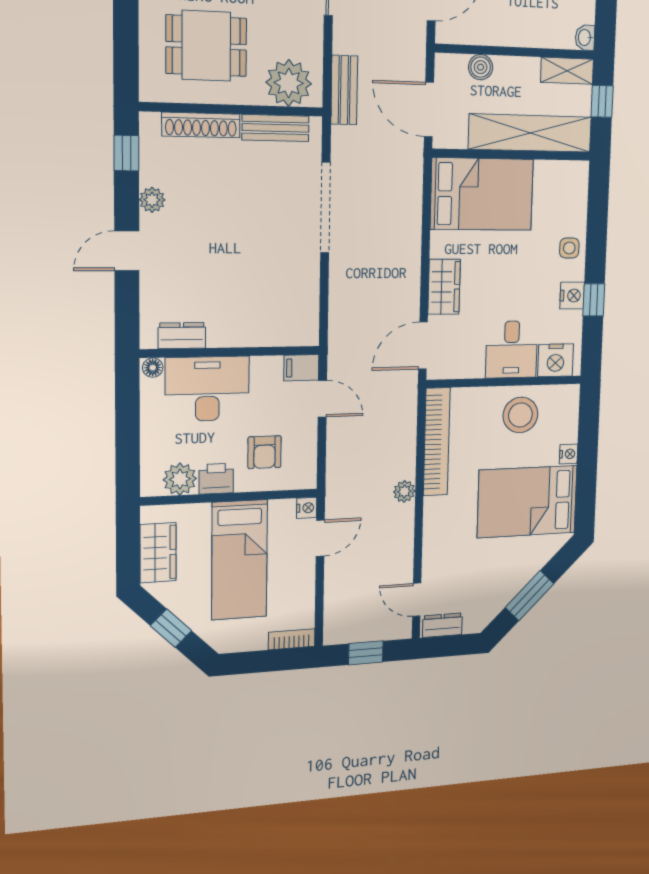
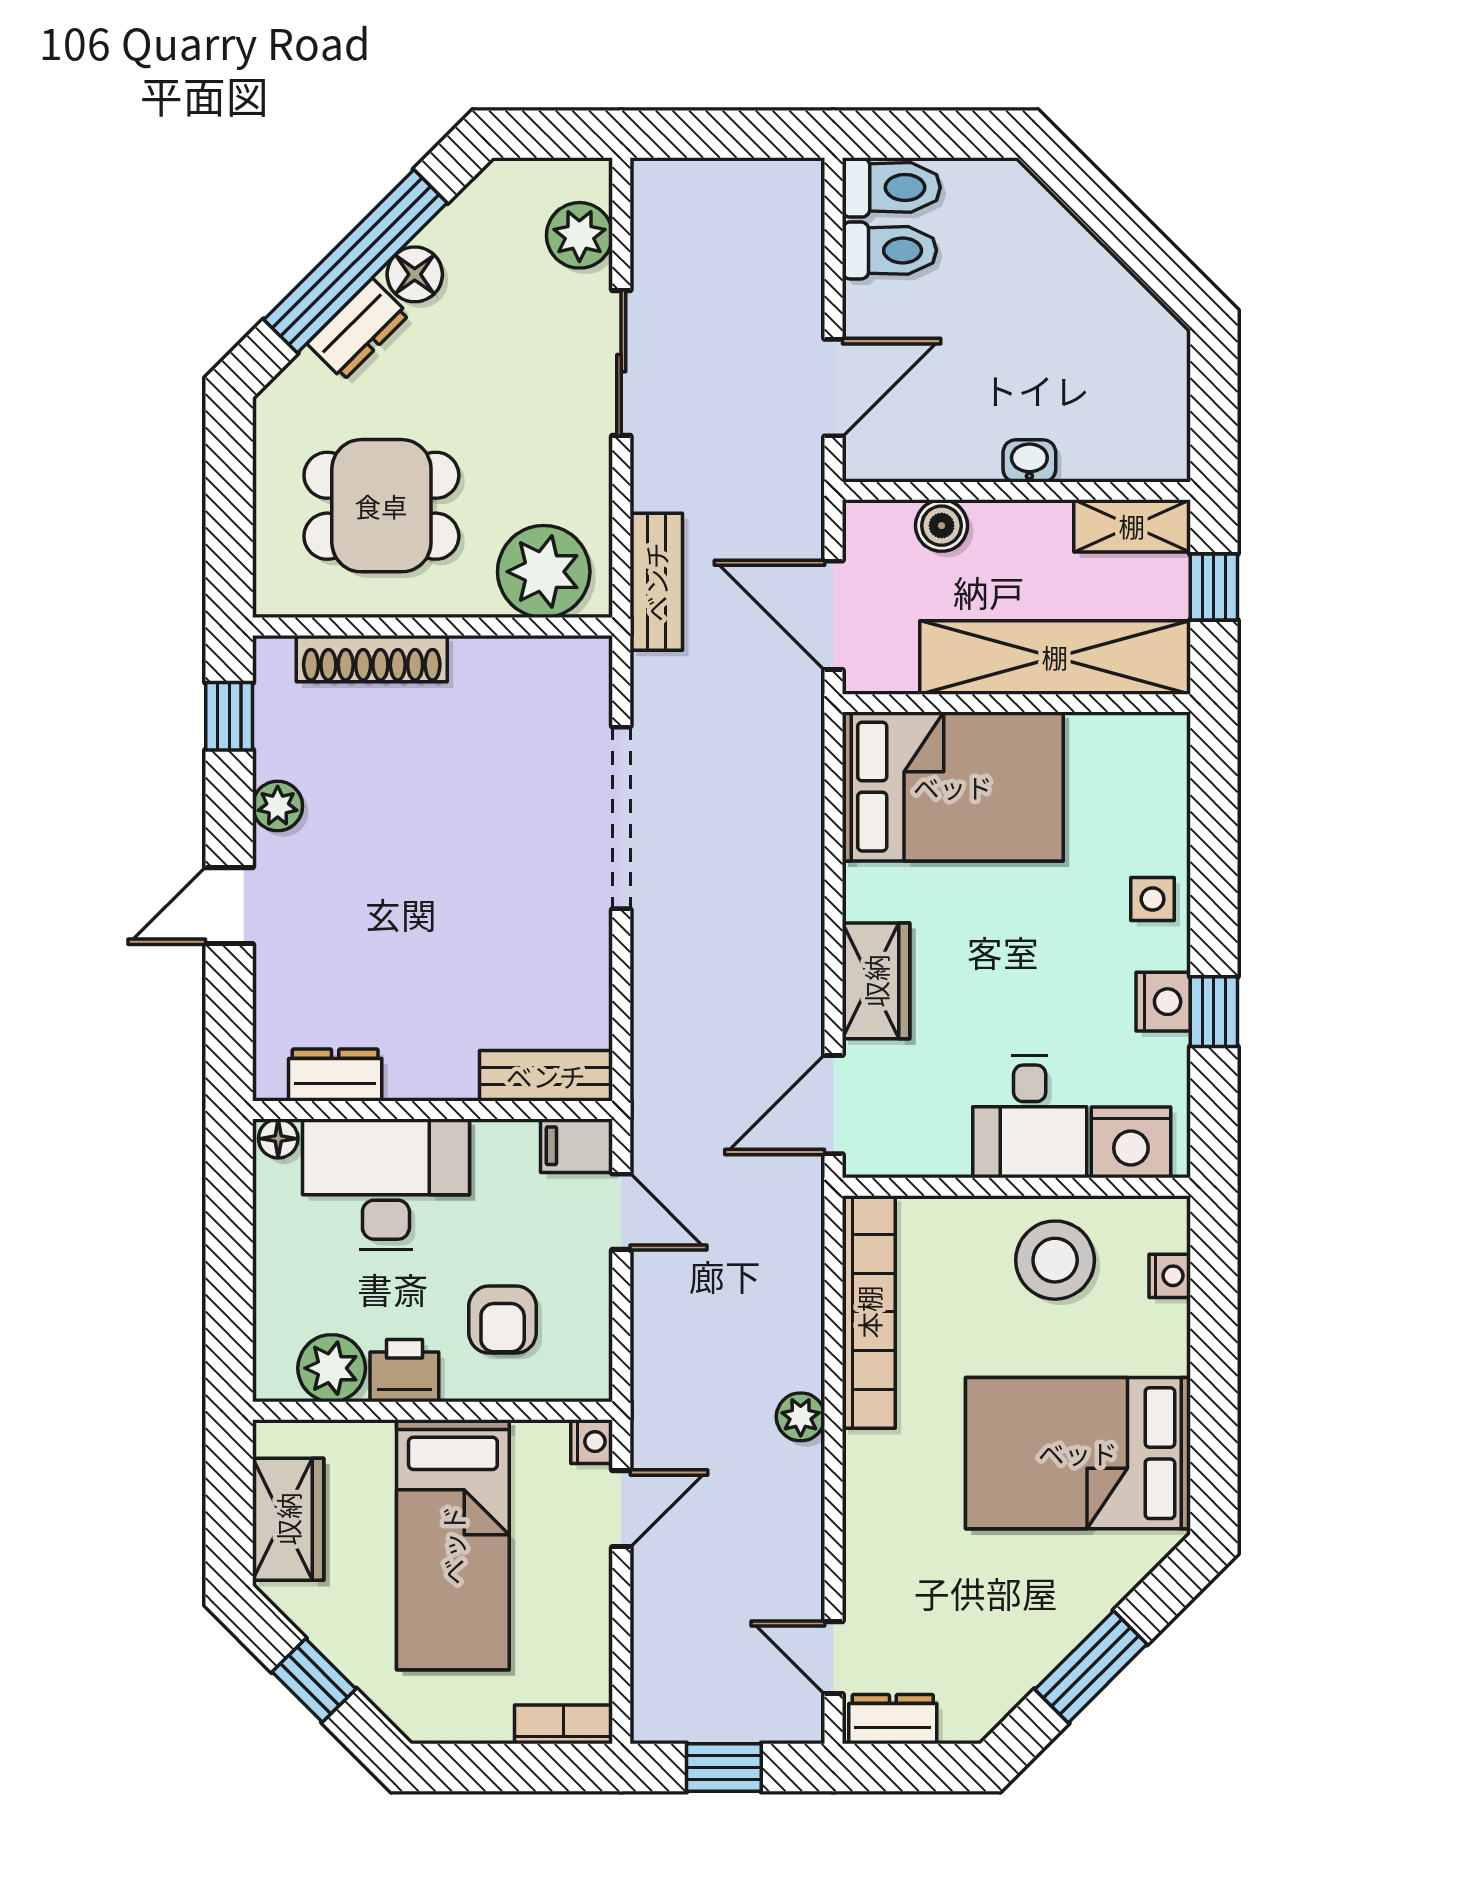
washbasin: (585, 38) -> (1029, 461), moved, turned 90
bench: (276, 128) -> (546, 1076), moved
nightstand: (569, 454) -> (1170, 1276), moved

